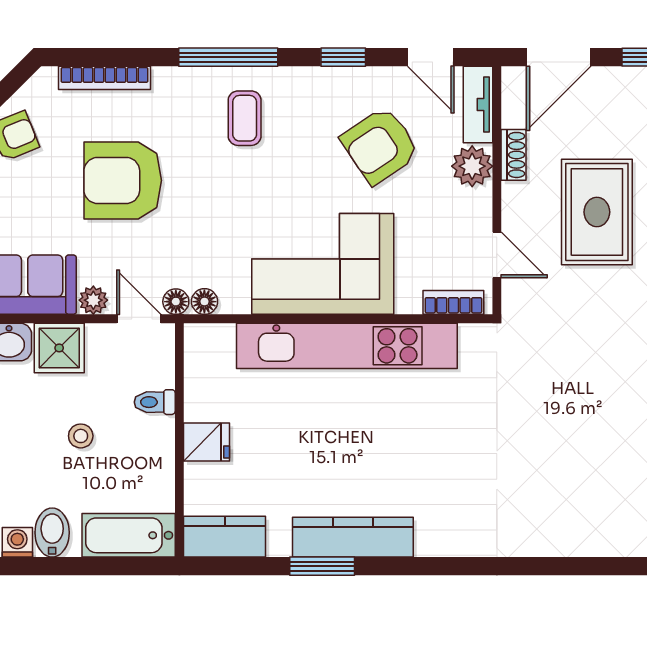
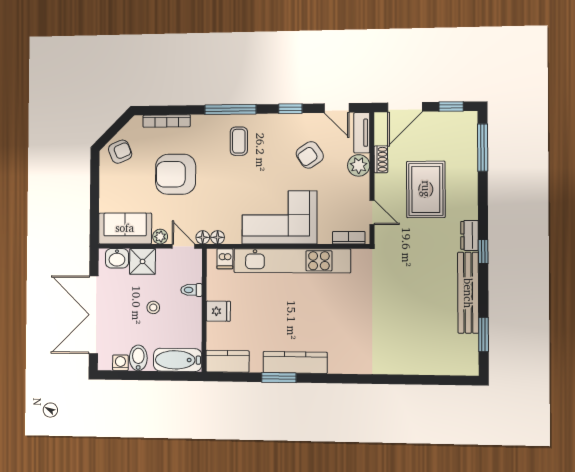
armchair: (380, 146) -> (310, 155), width x0.72, depth x0.72
dishwasher: (219, 342) -> (225, 259), added

